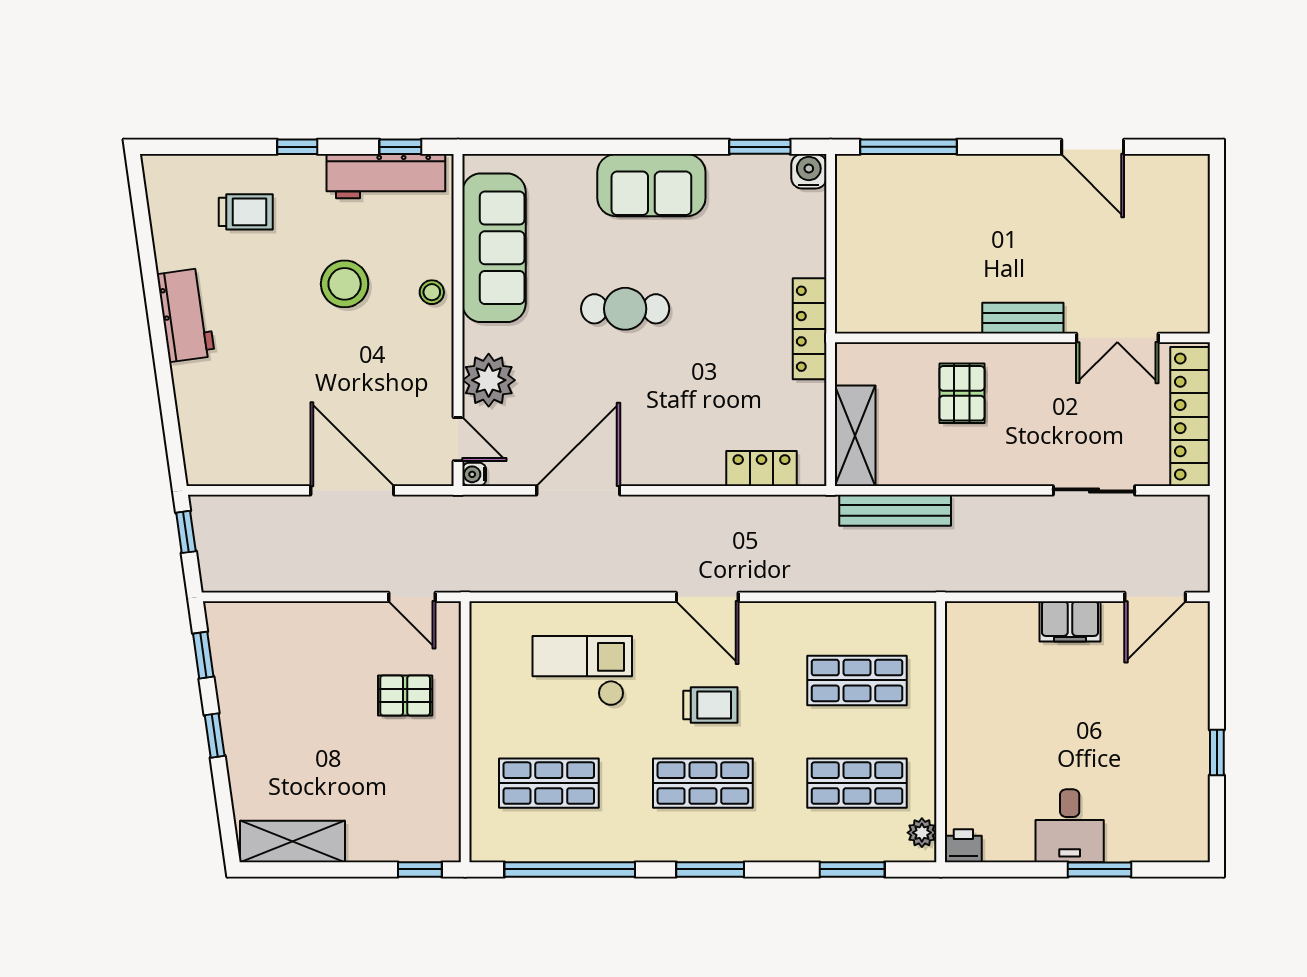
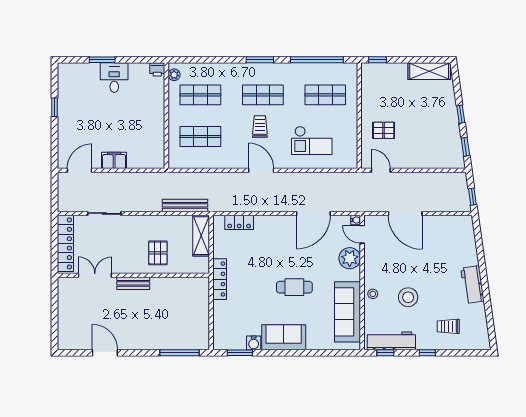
water cooler: (809, 171) -> (254, 343), moved
trolley: (710, 705) -> (260, 127), turned 90
window: (852, 869) -> (202, 60), removed

